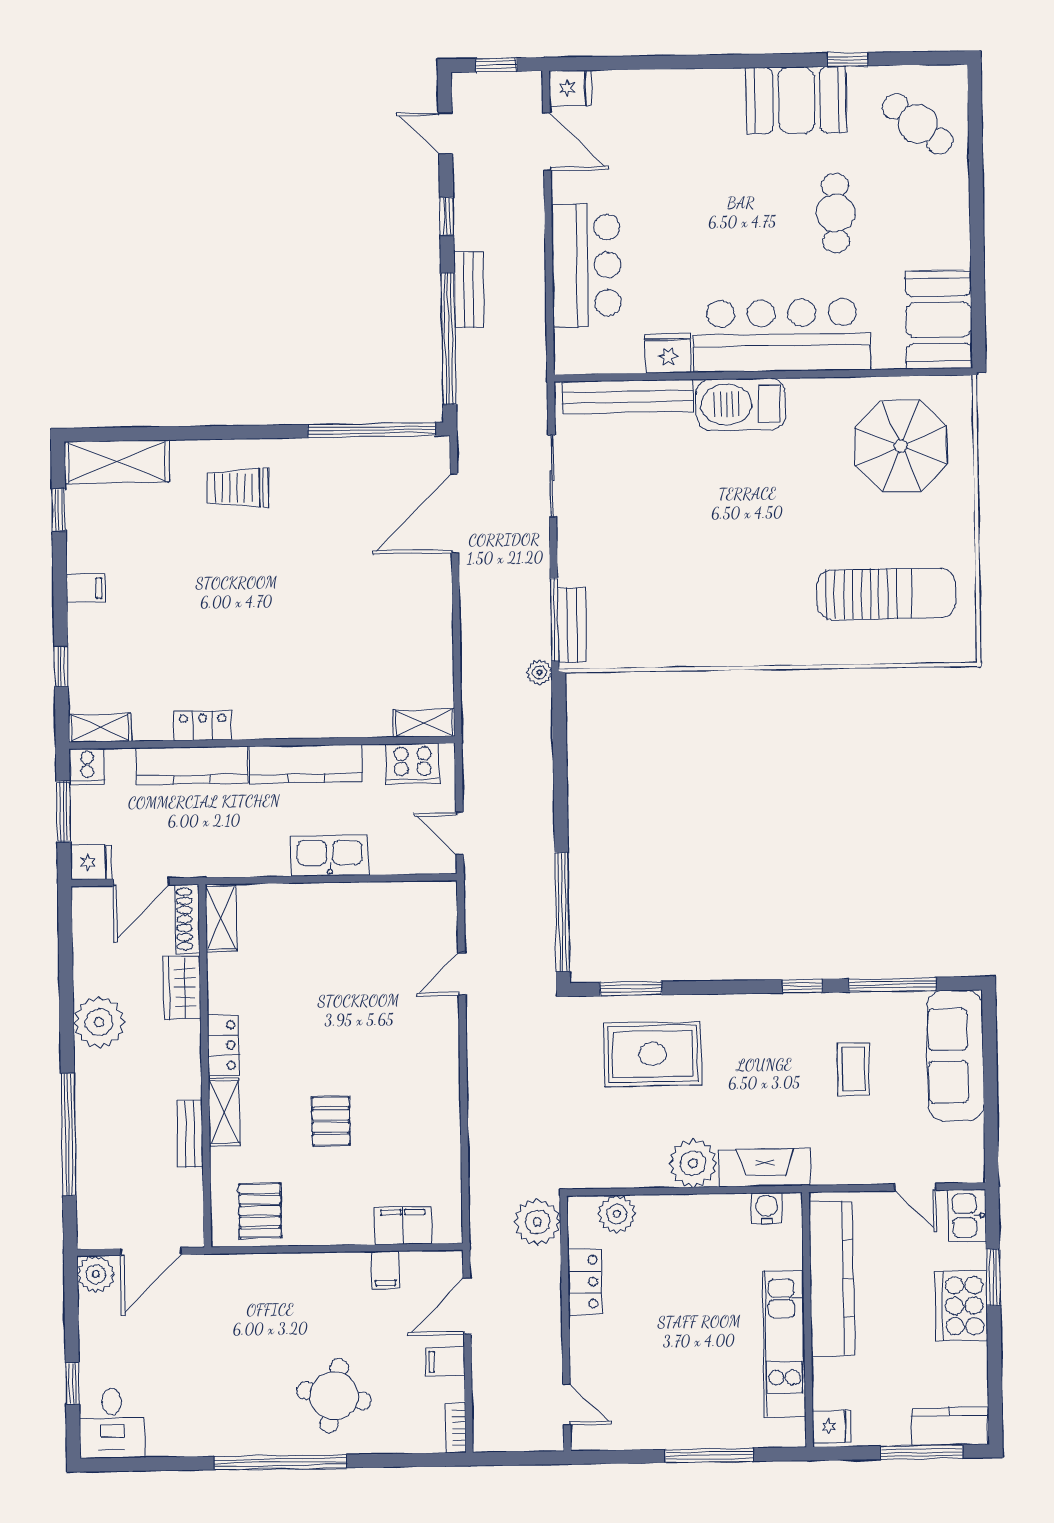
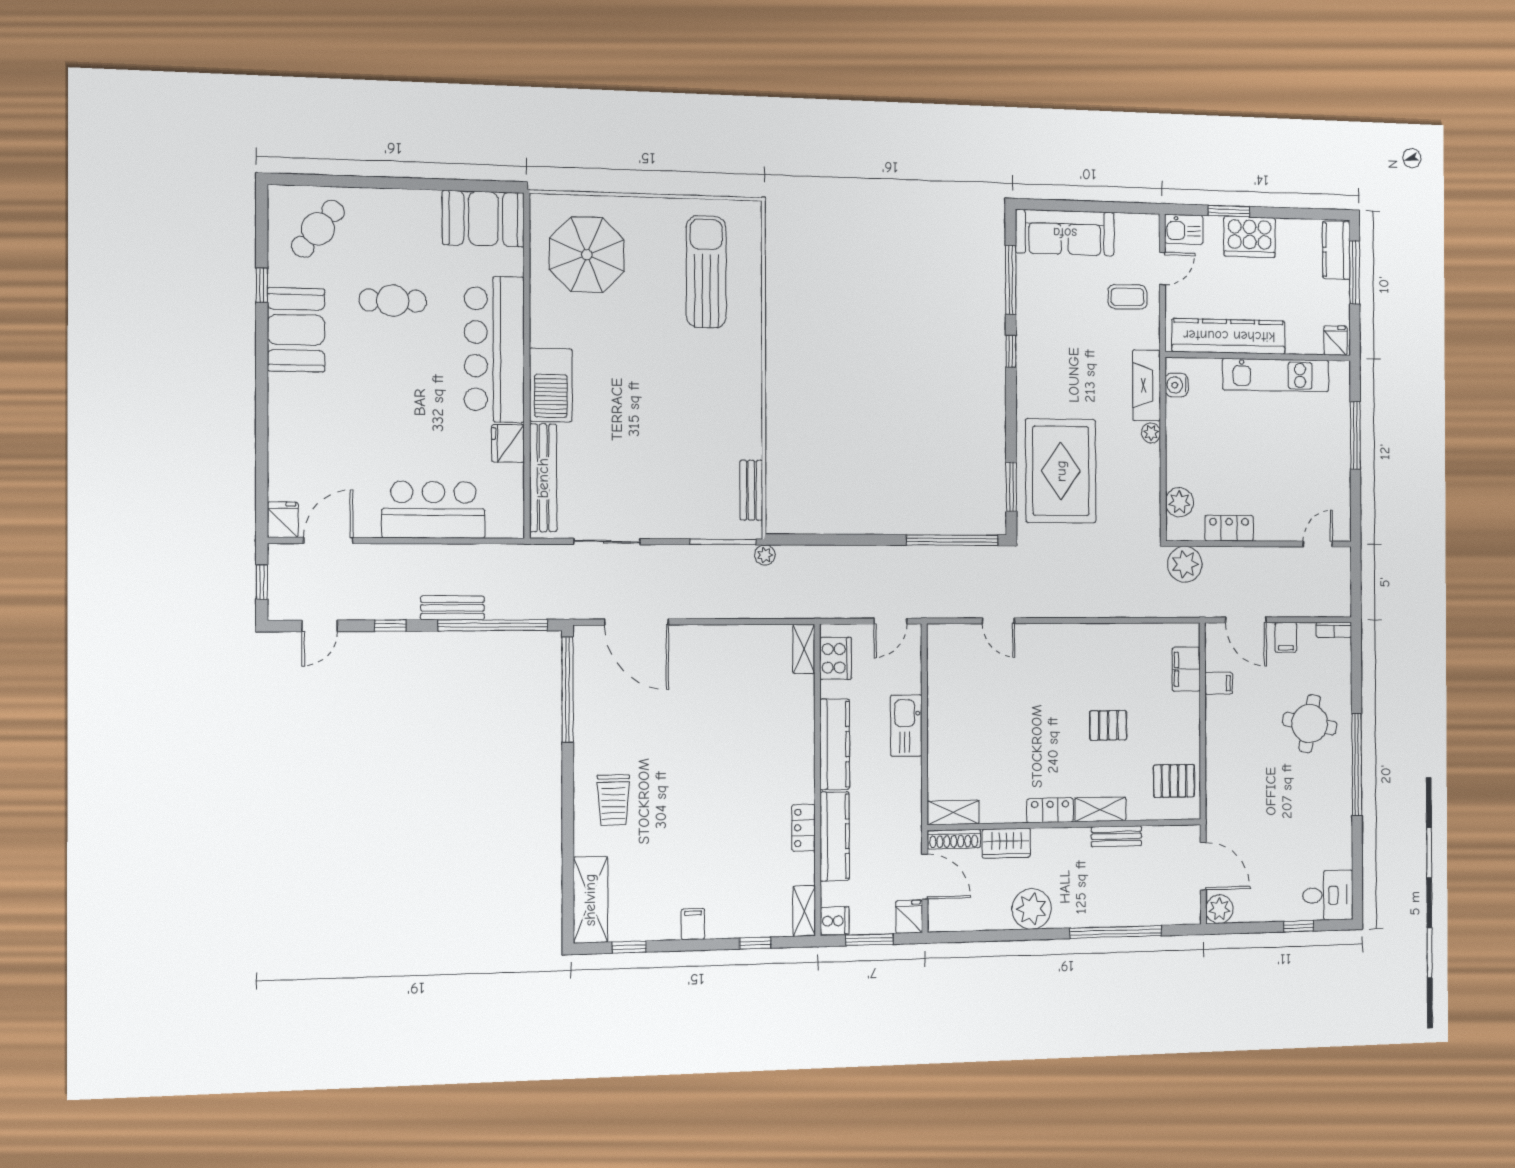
bench: (572, 625) -> (751, 490), moved, turned 90
rug: (653, 1054) -> (1061, 471), width x1.37, depth x1.44
coffee table: (853, 1069) -> (1127, 297), moved
plant: (693, 1163) -> (1151, 433), width x0.53, depth x0.53

